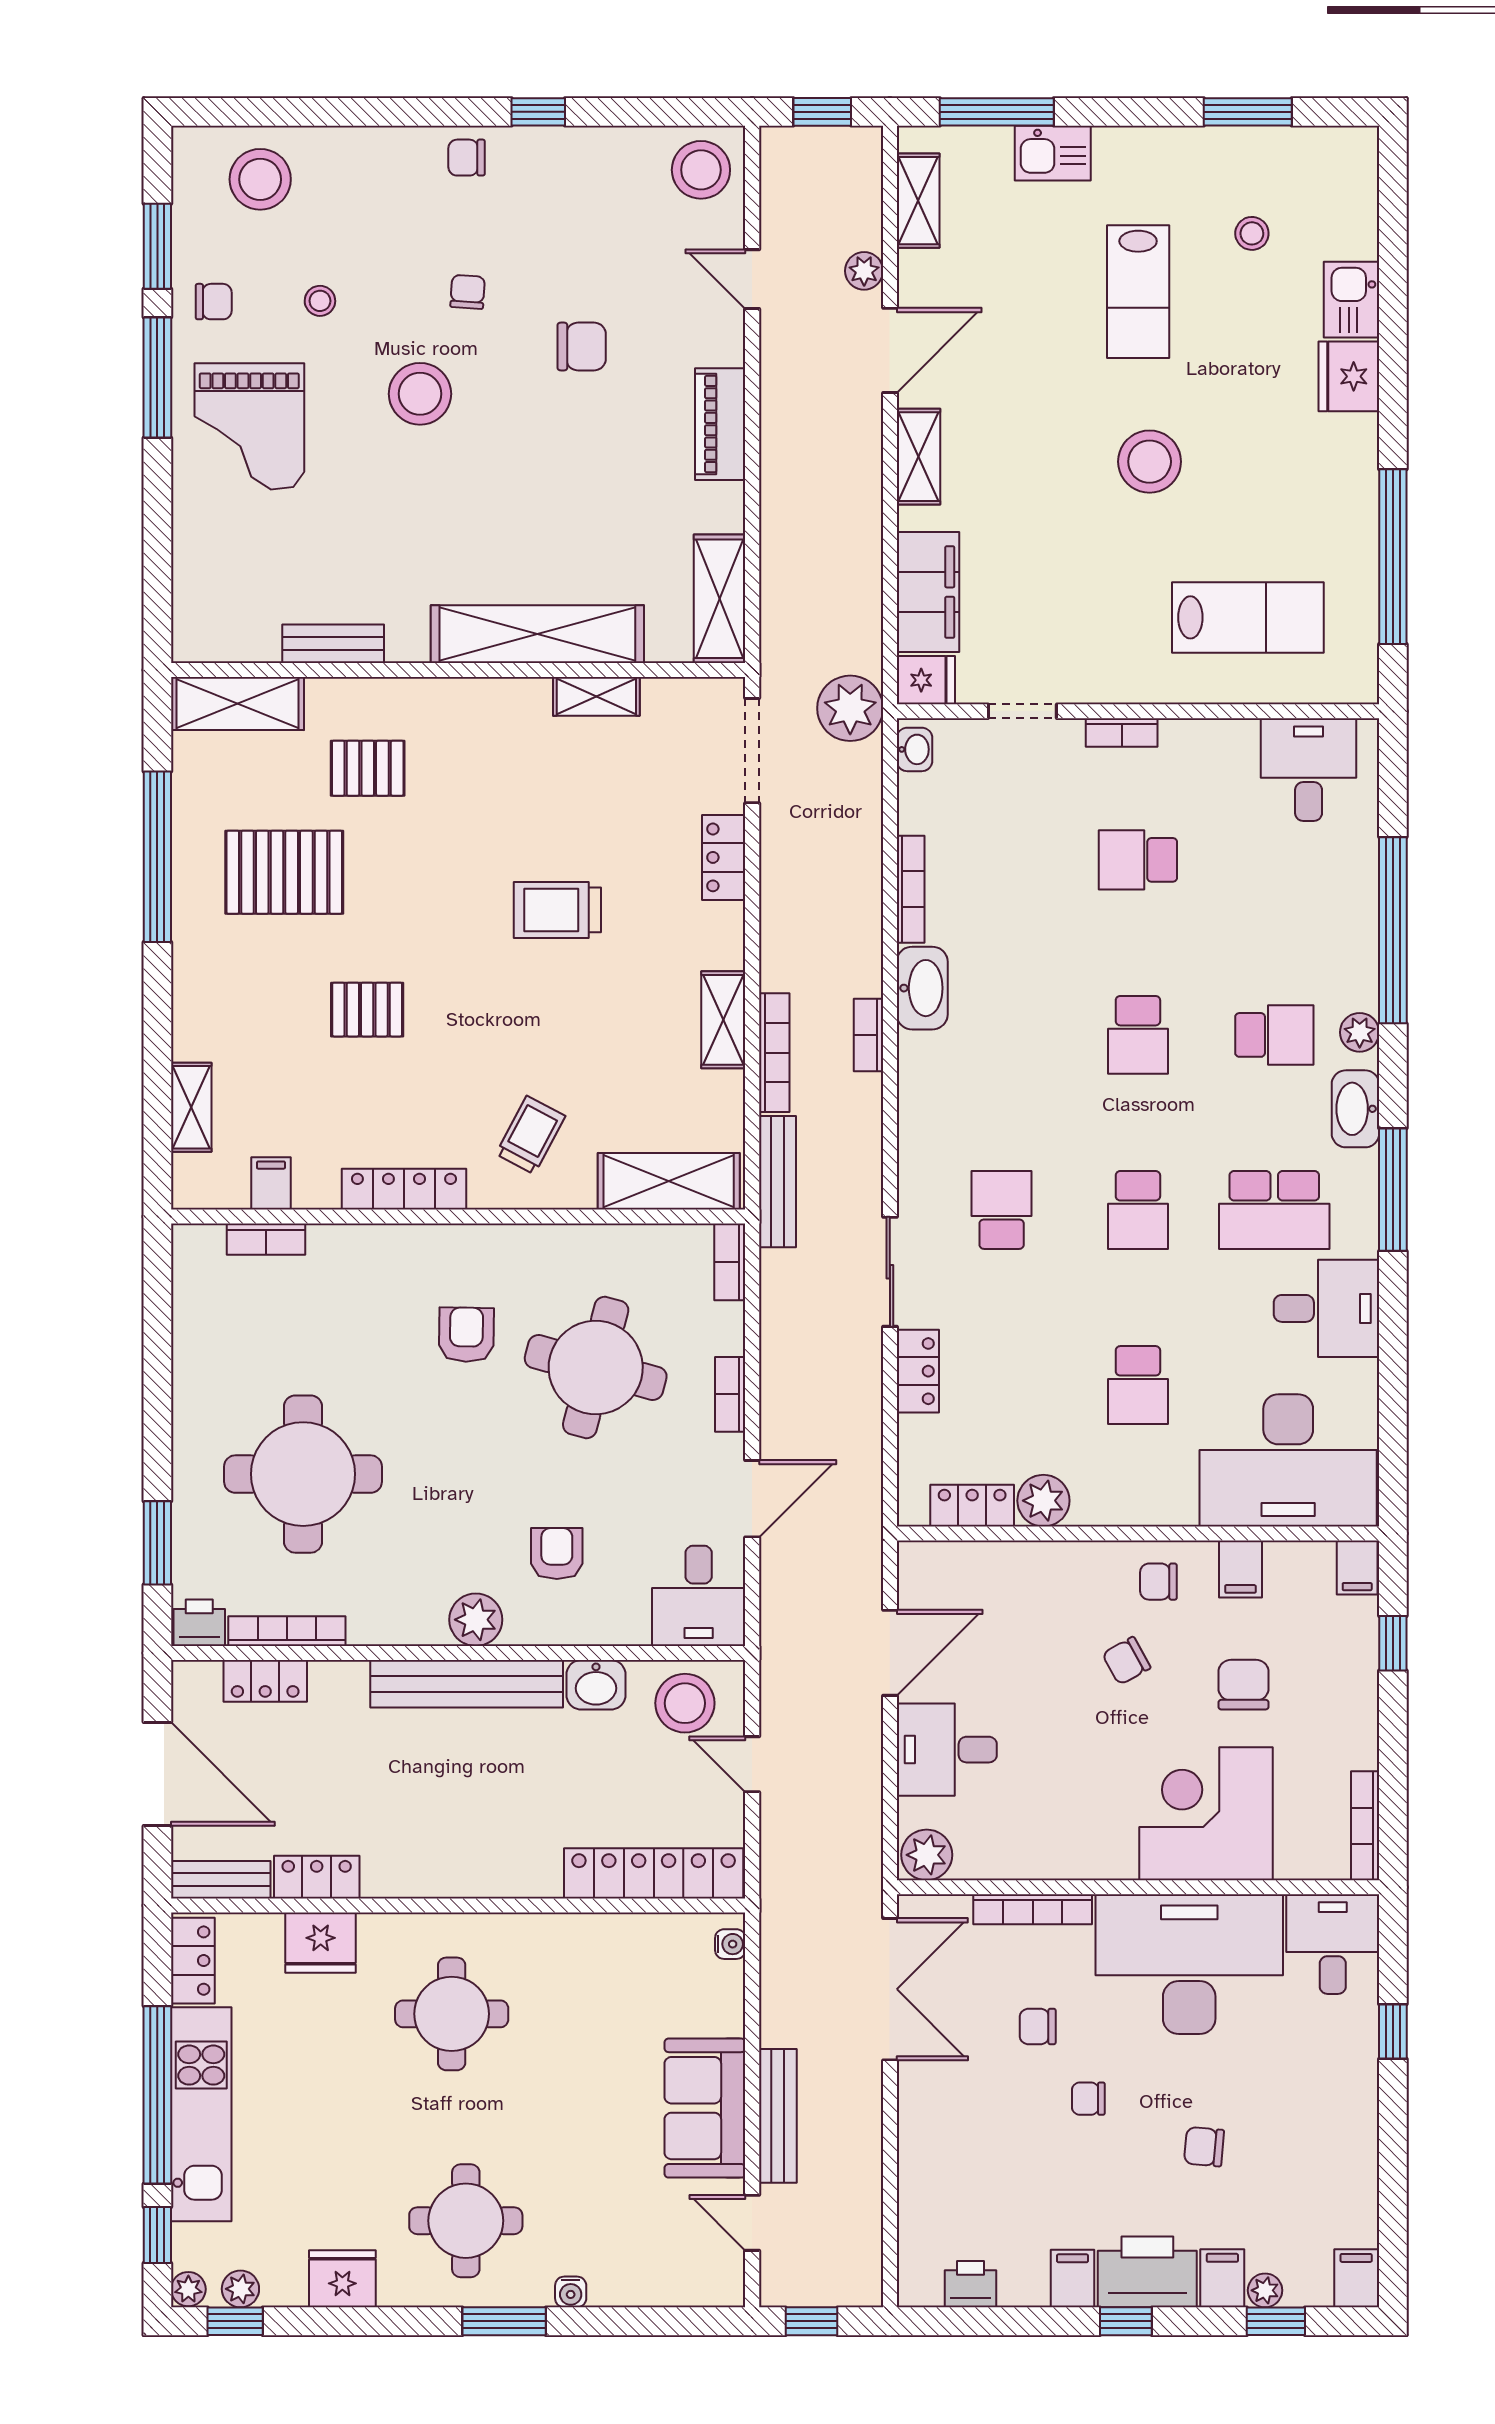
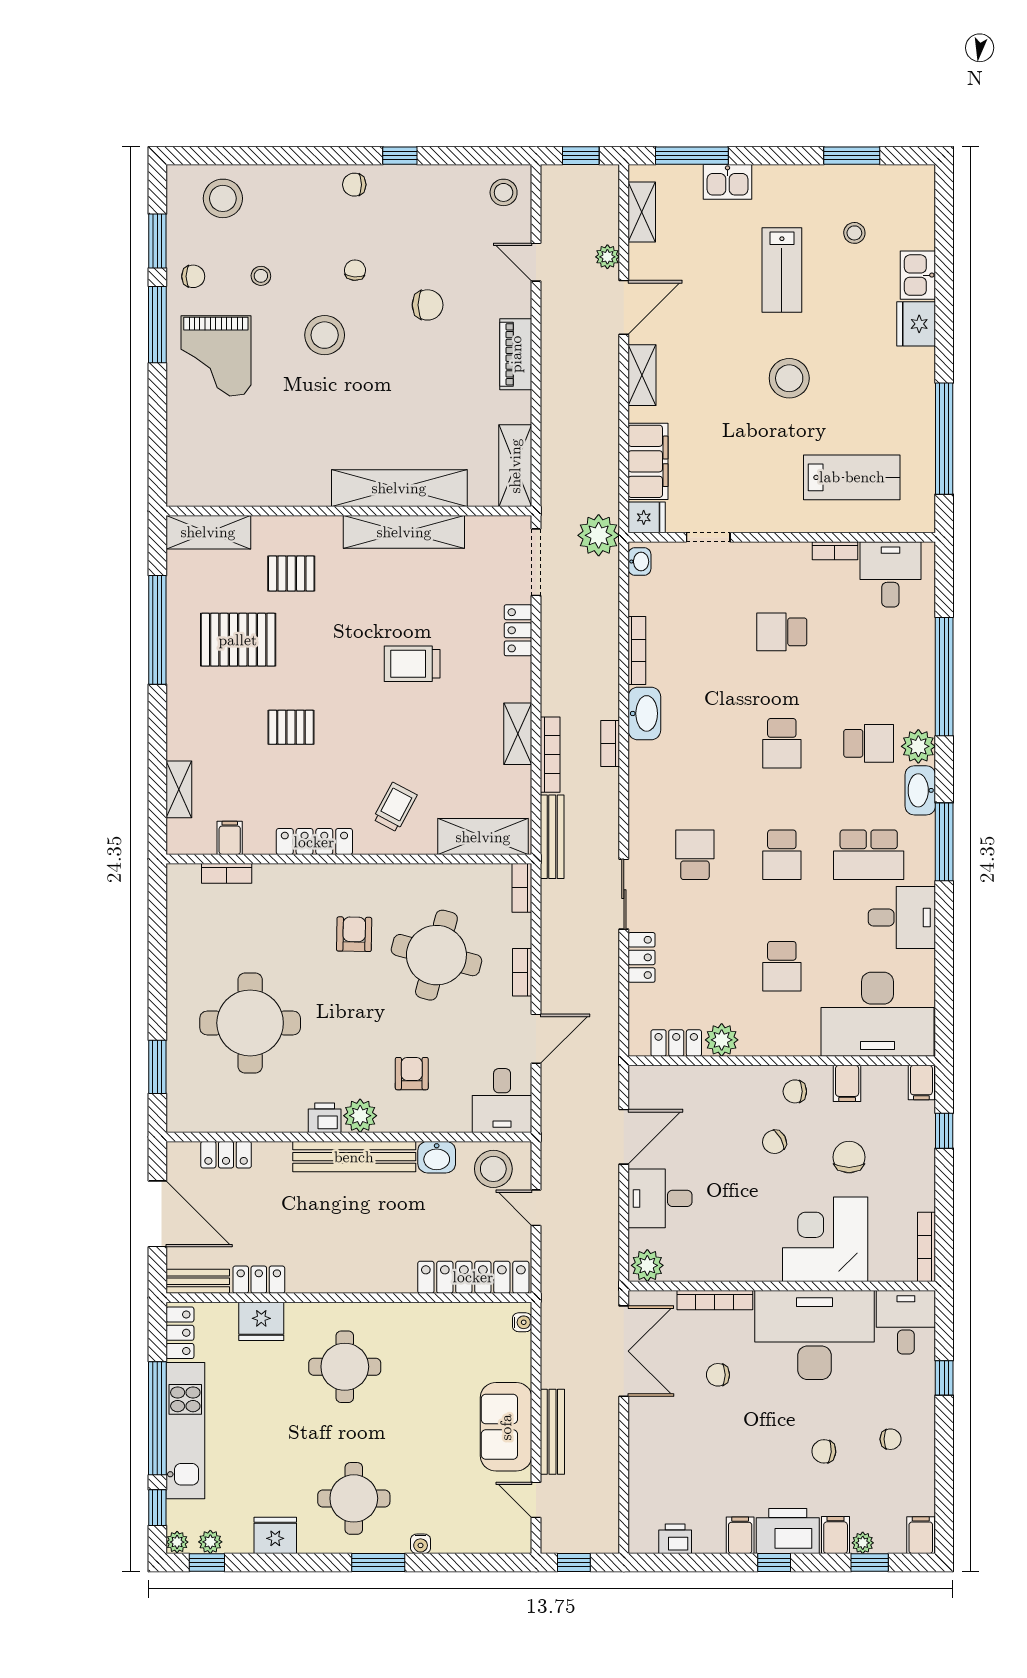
stool: (701, 170) -> (504, 192), width x0.73, depth x0.73
bench: (333, 644) -> (269, 494), removed
shelving: (596, 696) -> (404, 532), width x2.20, depth x1.33
bookcase: (1122, 733) -> (835, 551), moved
plant: (1360, 1032) -> (918, 746), width x1.38, depth x1.38
printer: (199, 1623) -> (325, 1118), moved
bookcase: (287, 1631) -> (240, 1123), removed
chair: (1088, 2099) -> (891, 1439), moved, turned 180

